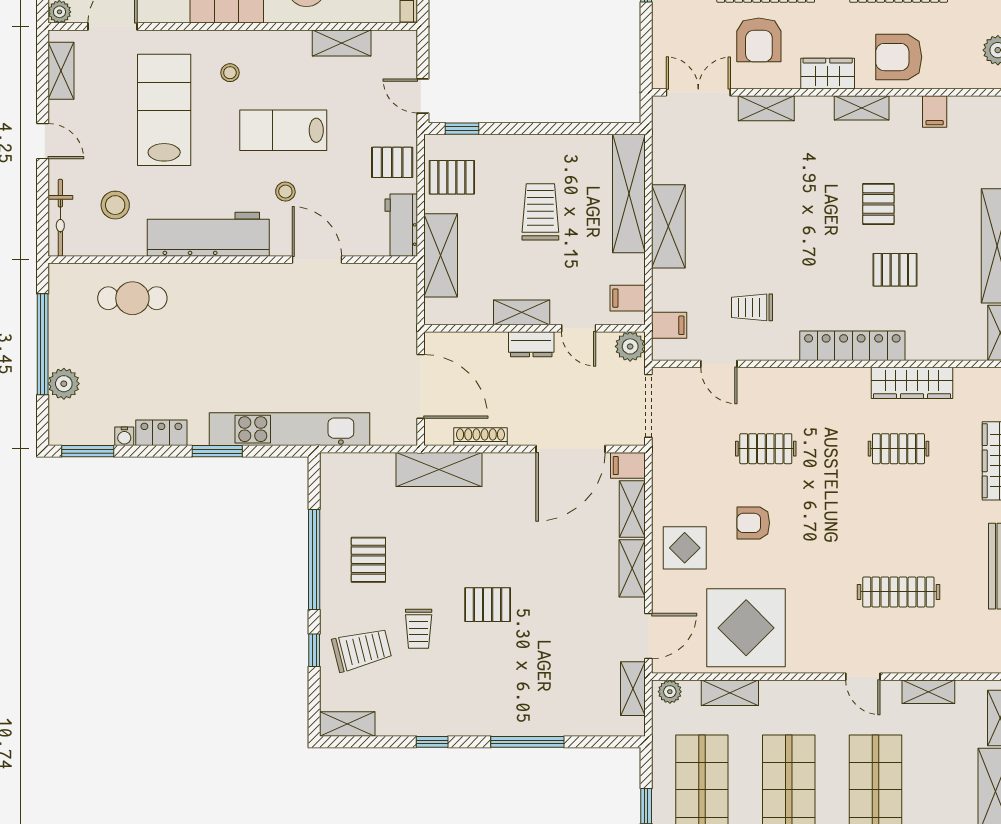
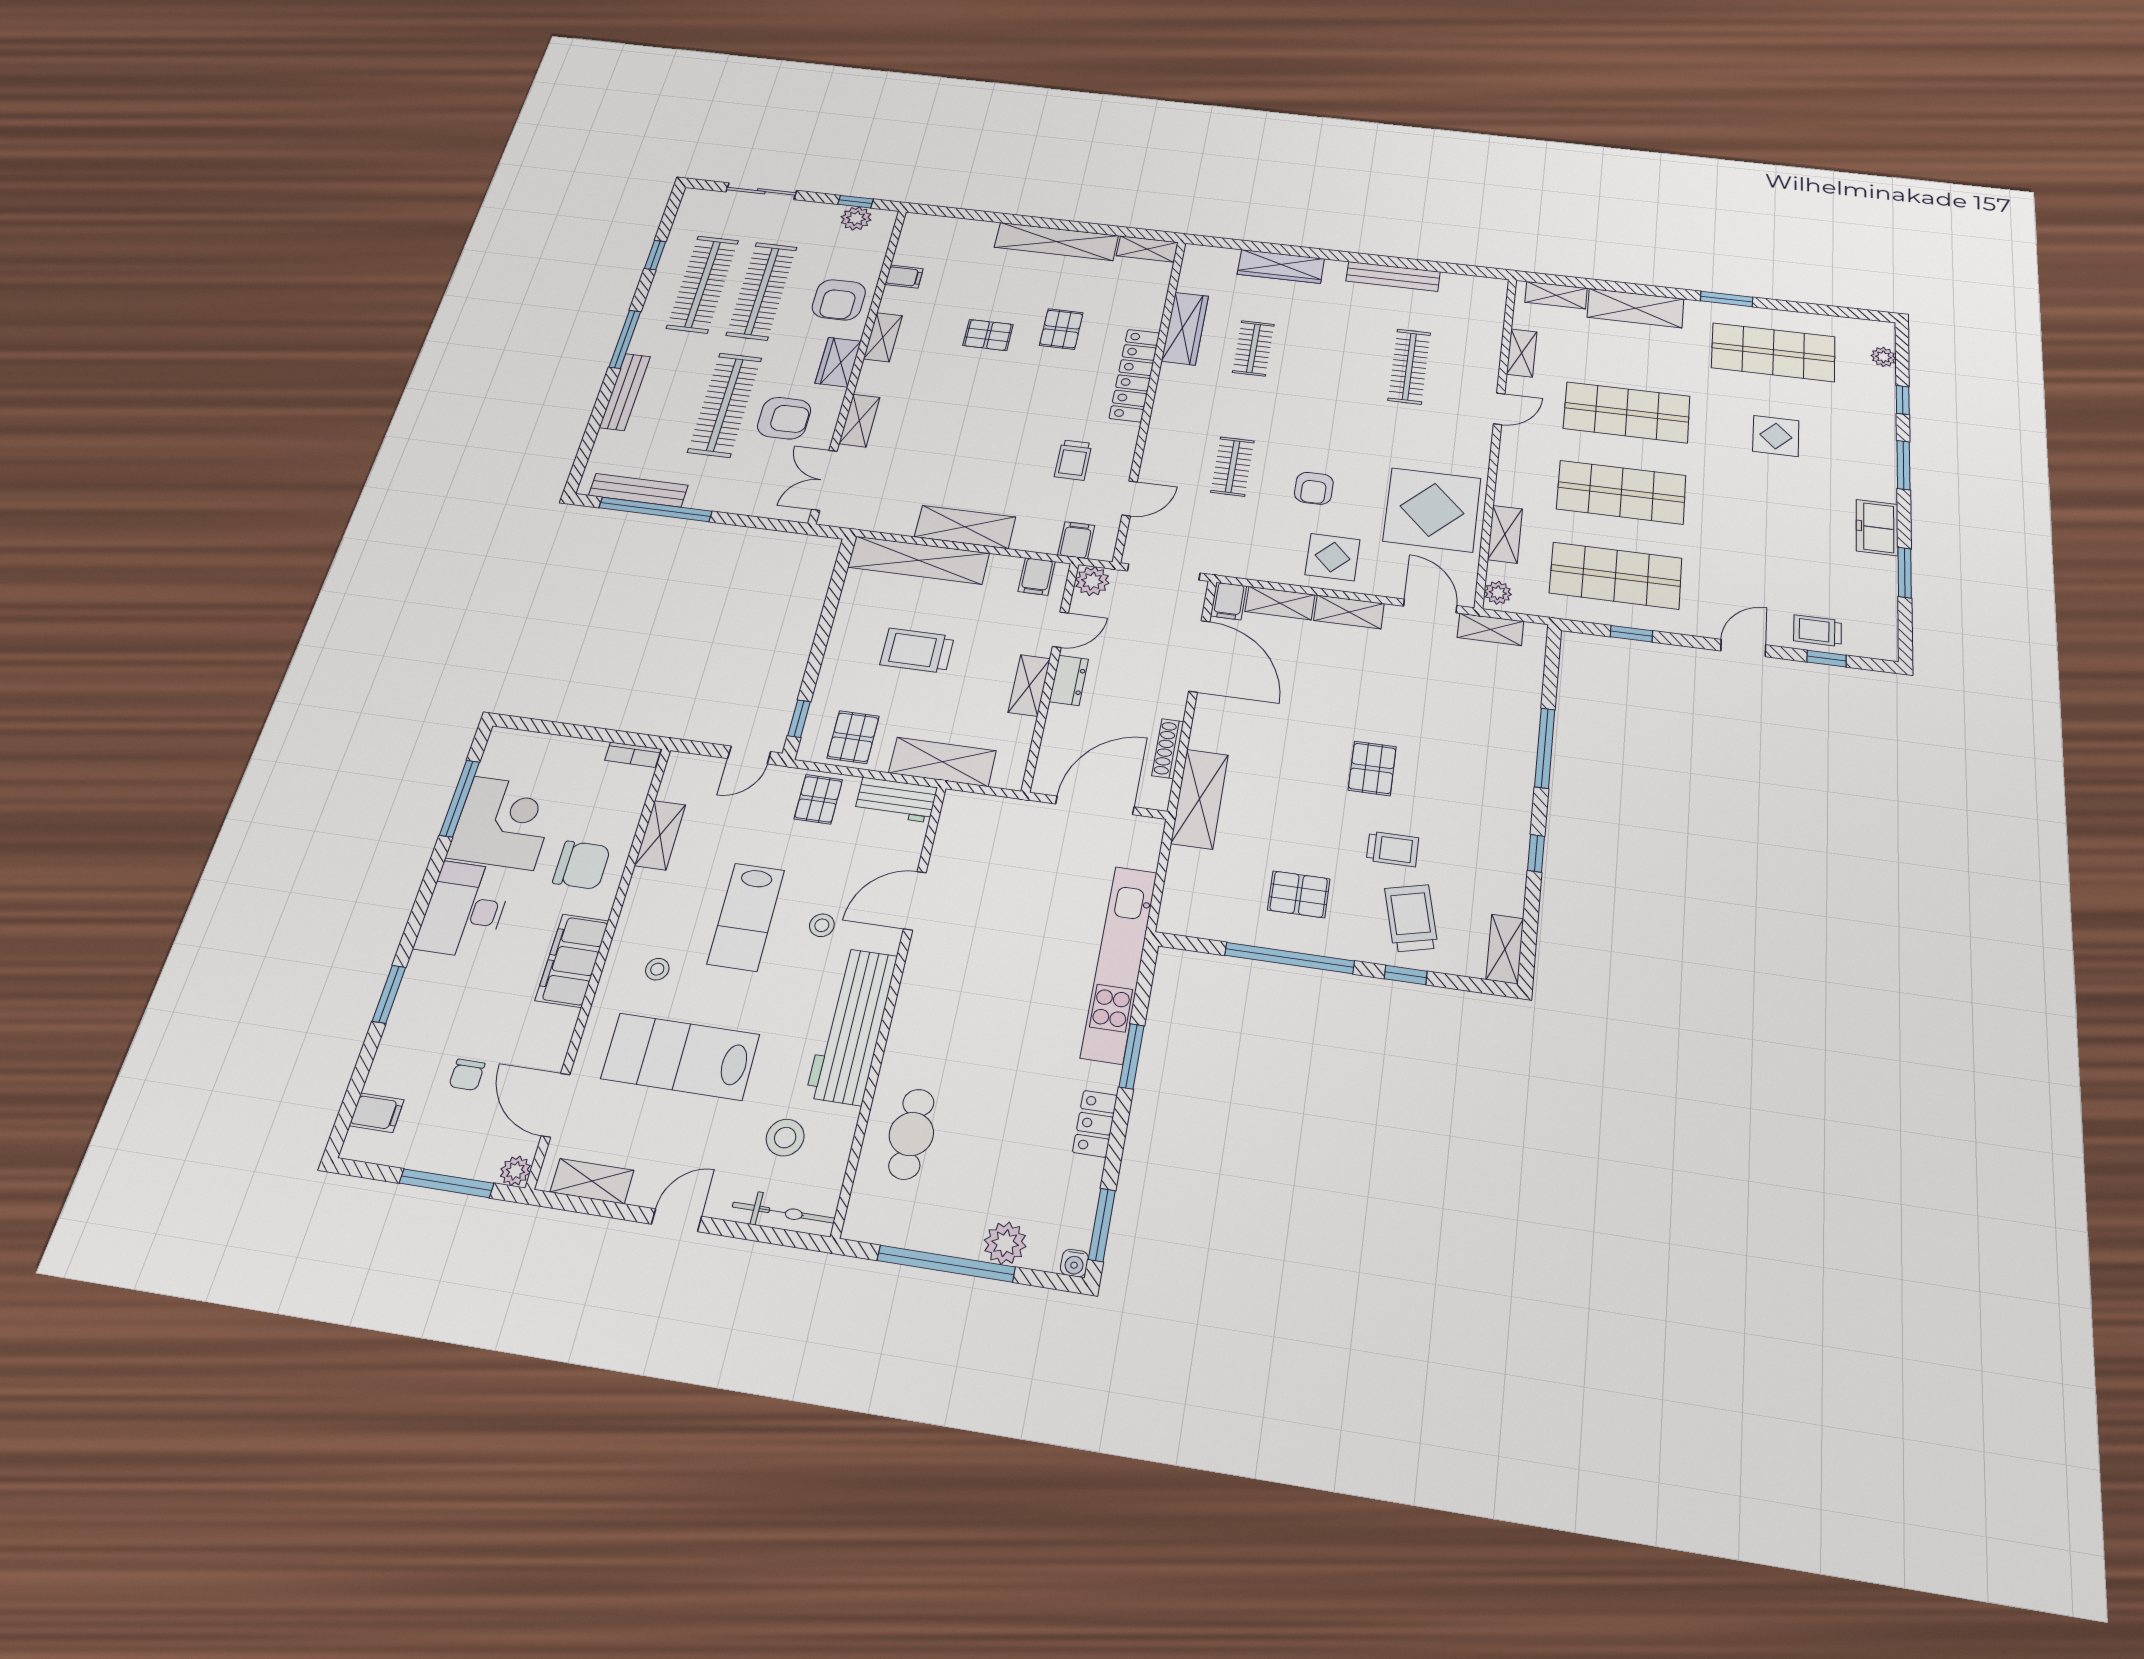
water cooler: (124, 436) -> (1074, 1263), moved, turned 90

